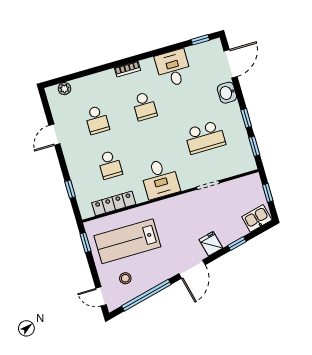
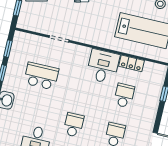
desk: (160, 179) -> (103, 66), moved
locker: (114, 203) -> (131, 63), width x0.66

